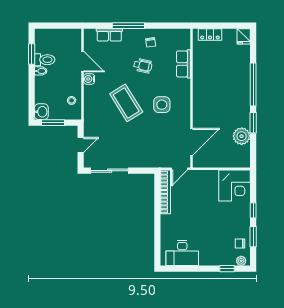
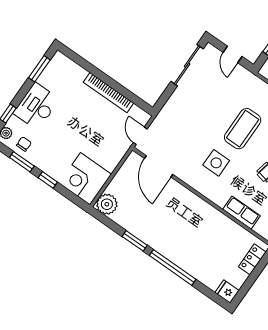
coffee table: (126, 103) -> (243, 129), turned -58
plant: (242, 136) -> (107, 204), moved
bookcase: (165, 192) -> (108, 93), moved
desk: (182, 253) -> (36, 106), moved
window: (182, 269) -> (39, 69), added

